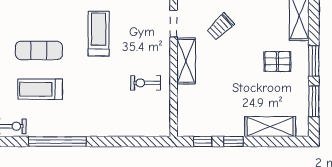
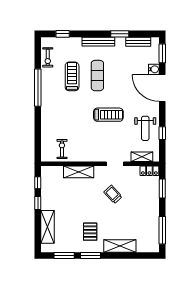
shelving: (186, 61) -> (79, 172), moved
exercise bike: (146, 83) -> (62, 149), moved

